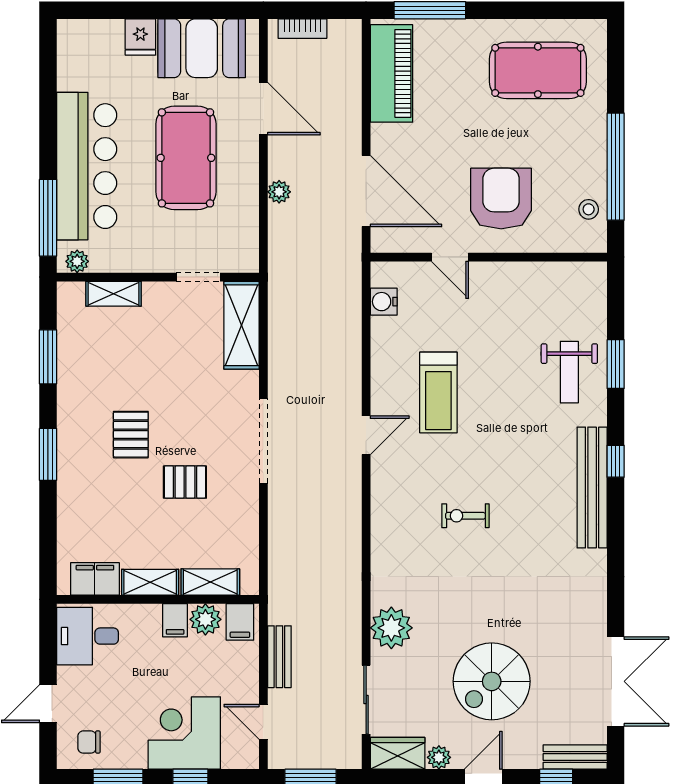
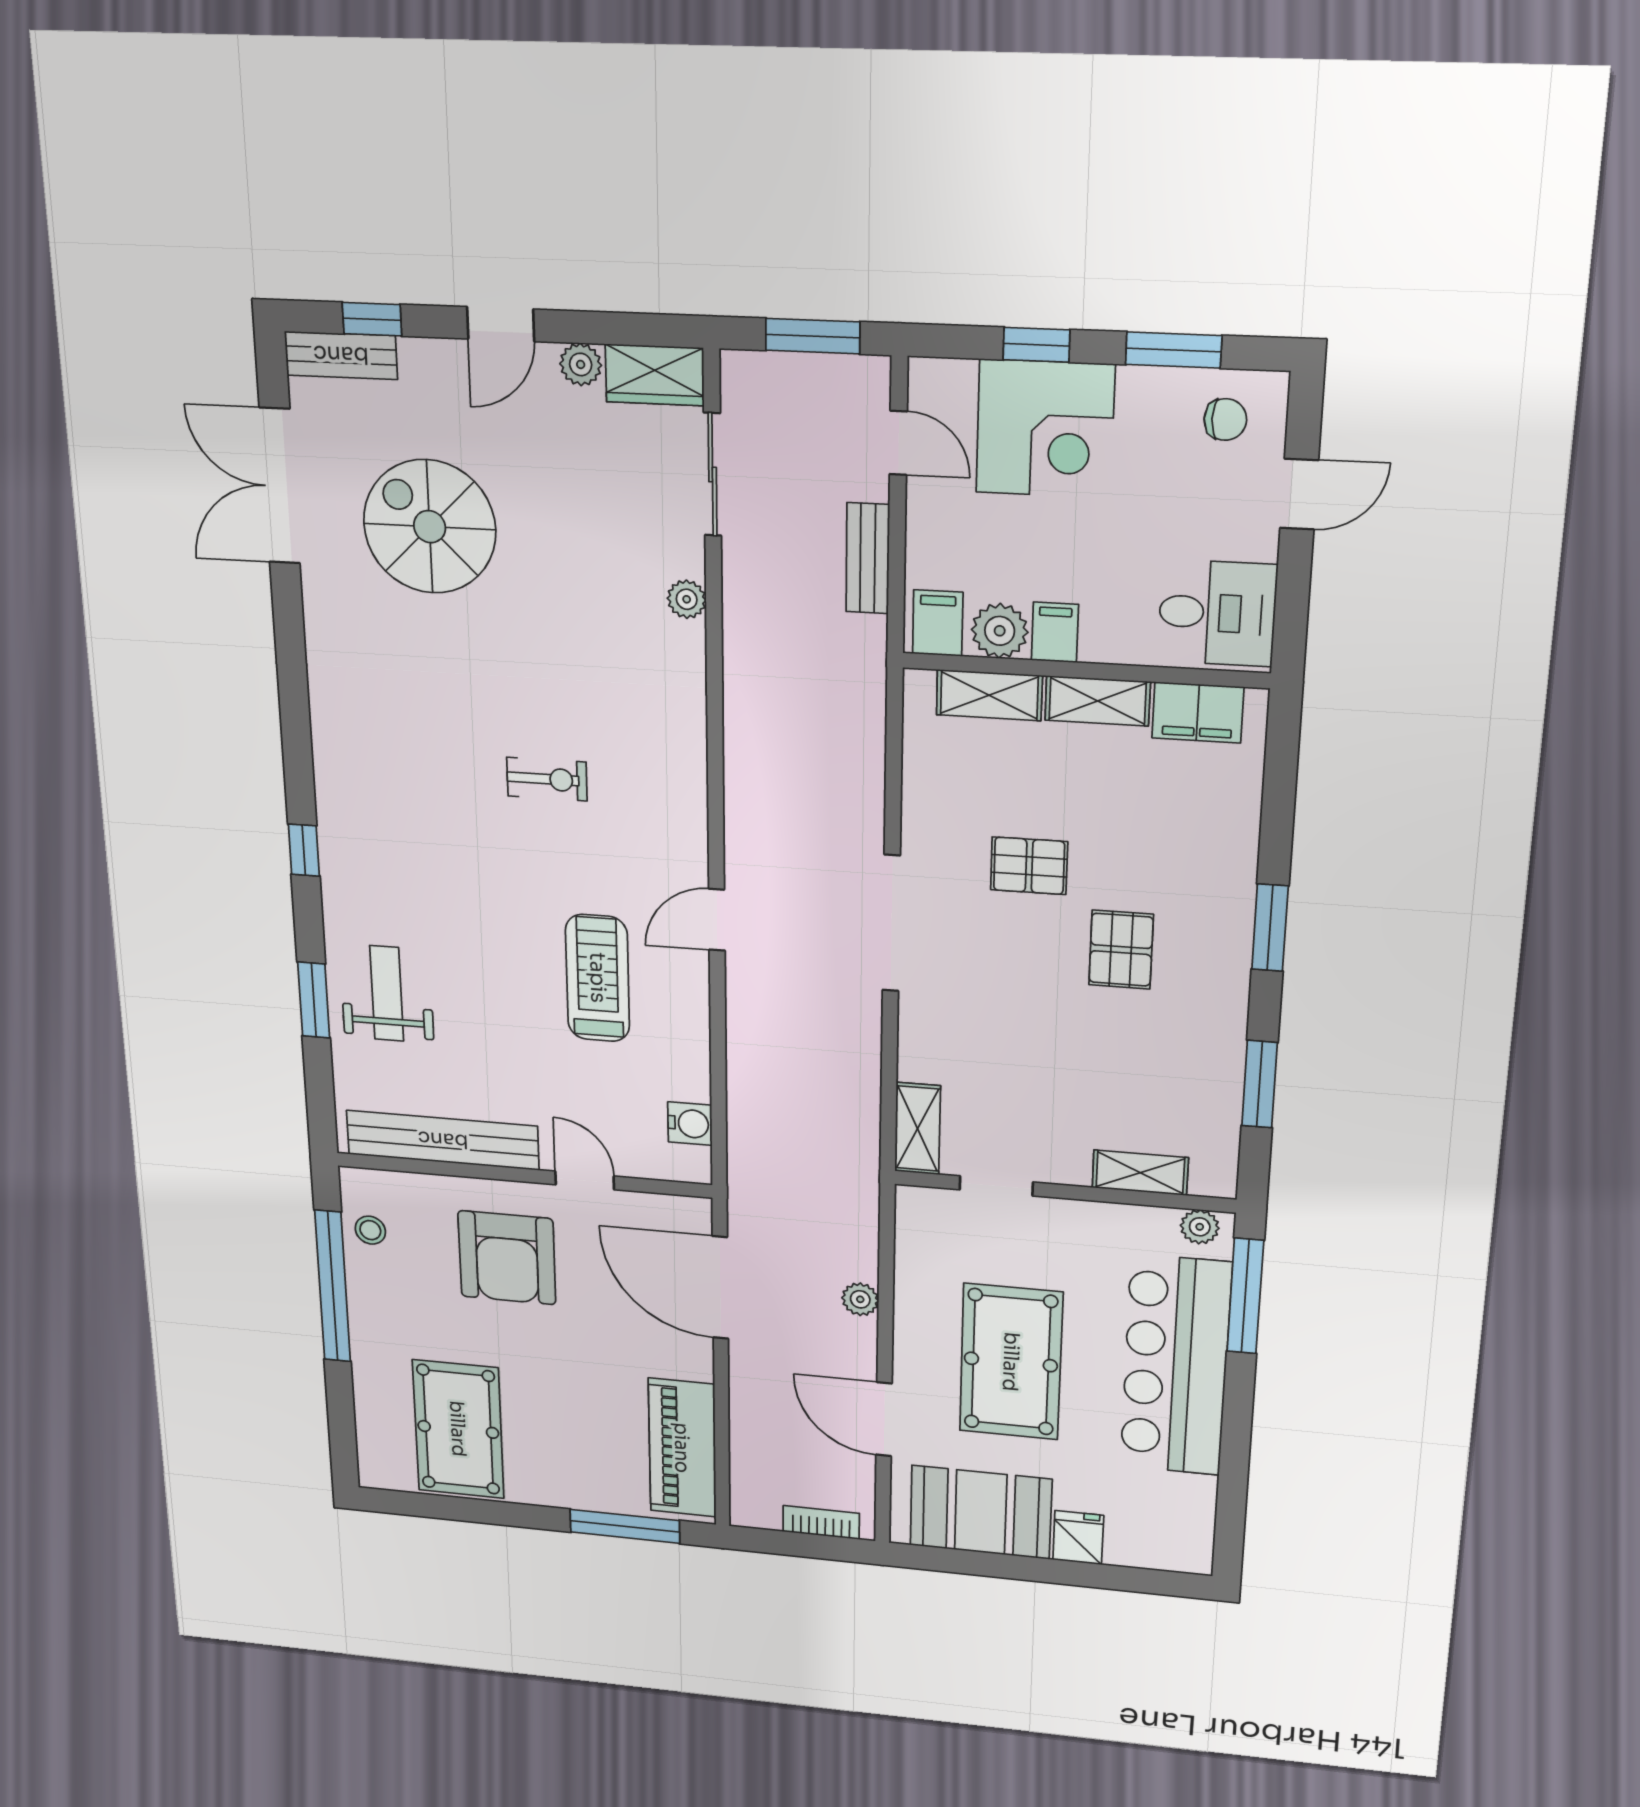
pool table: (538, 70) -> (458, 1429), turned 90
shelving: (241, 325) -> (917, 1129), width x0.67, depth x0.75
bench: (592, 487) -> (443, 1140), moved, turned 90
plant: (391, 628) -> (687, 599), width x0.53, depth x0.53
spiral stairs: (492, 681) -> (430, 527), moved, turned -90

